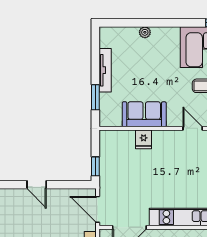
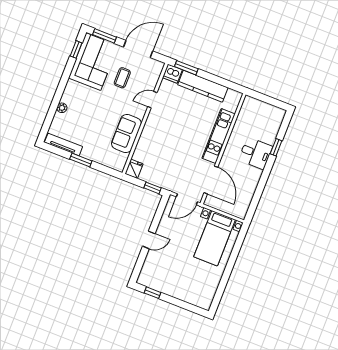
tv unit: (105, 70) -> (64, 144), moved
window: (95, 97) -> (81, 160), moved
fridge: (144, 139) -> (134, 169), moved, turned -90

